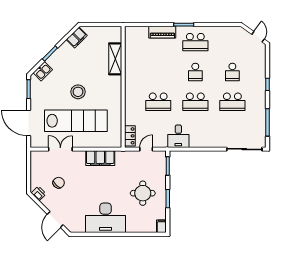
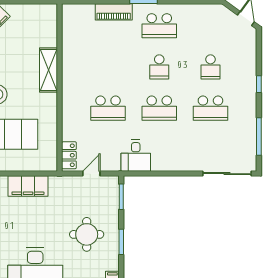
shelving: (115, 59) -> (49, 70), moved

